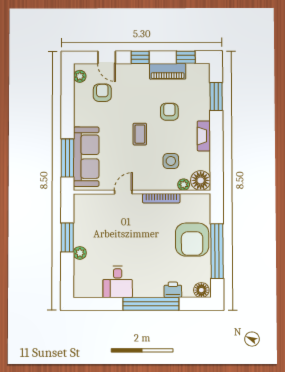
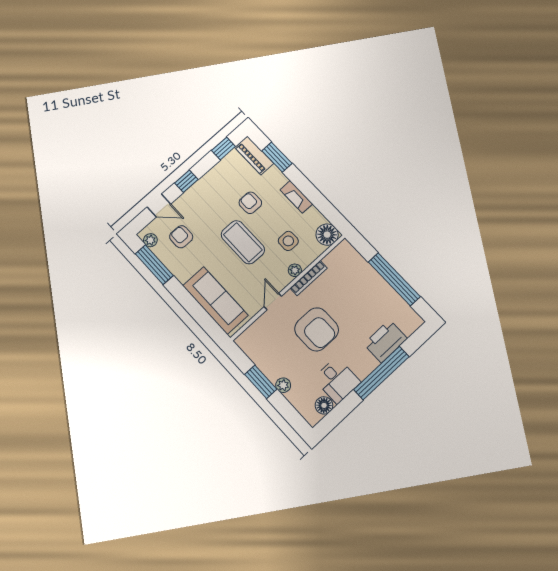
piano: (168, 71) -> (254, 155), moved, turned 90
coffee table: (140, 134) -> (243, 242), width x1.86, depth x1.72
window: (67, 158) -> (154, 265), moved
plant: (184, 185) -> (295, 270), moved
armchair: (192, 240) -> (317, 329), moved
printer: (173, 290) -> (386, 341), width x1.87, depth x1.48
floor lamp: (201, 290) -> (324, 405), moved

